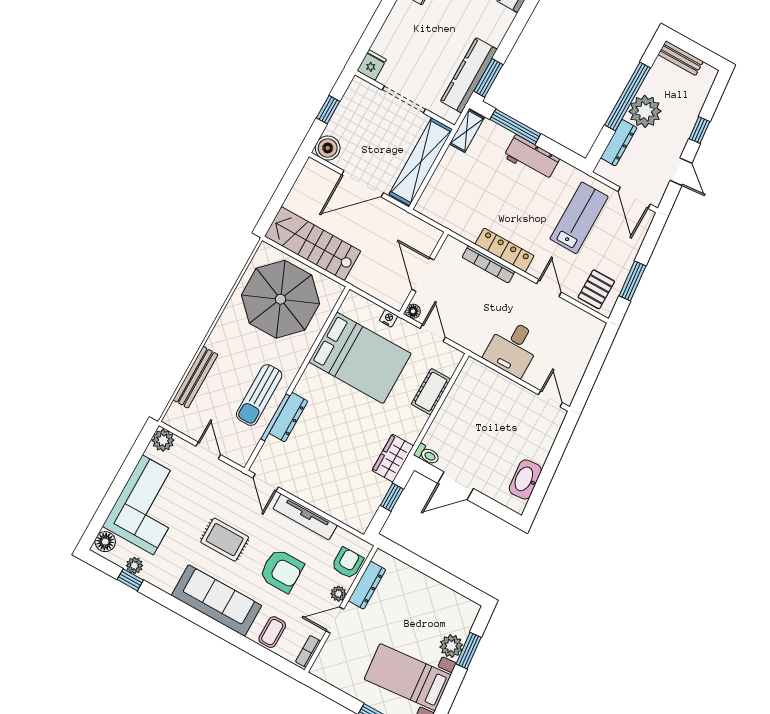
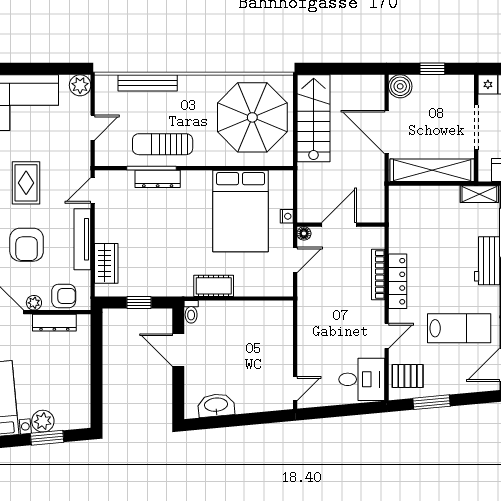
desk: (513, 348) -> (362, 379), moved, turned 180
cot: (431, 392) -> (214, 286), moved
wardrobe: (393, 458) -> (106, 263), moved, turned 90

